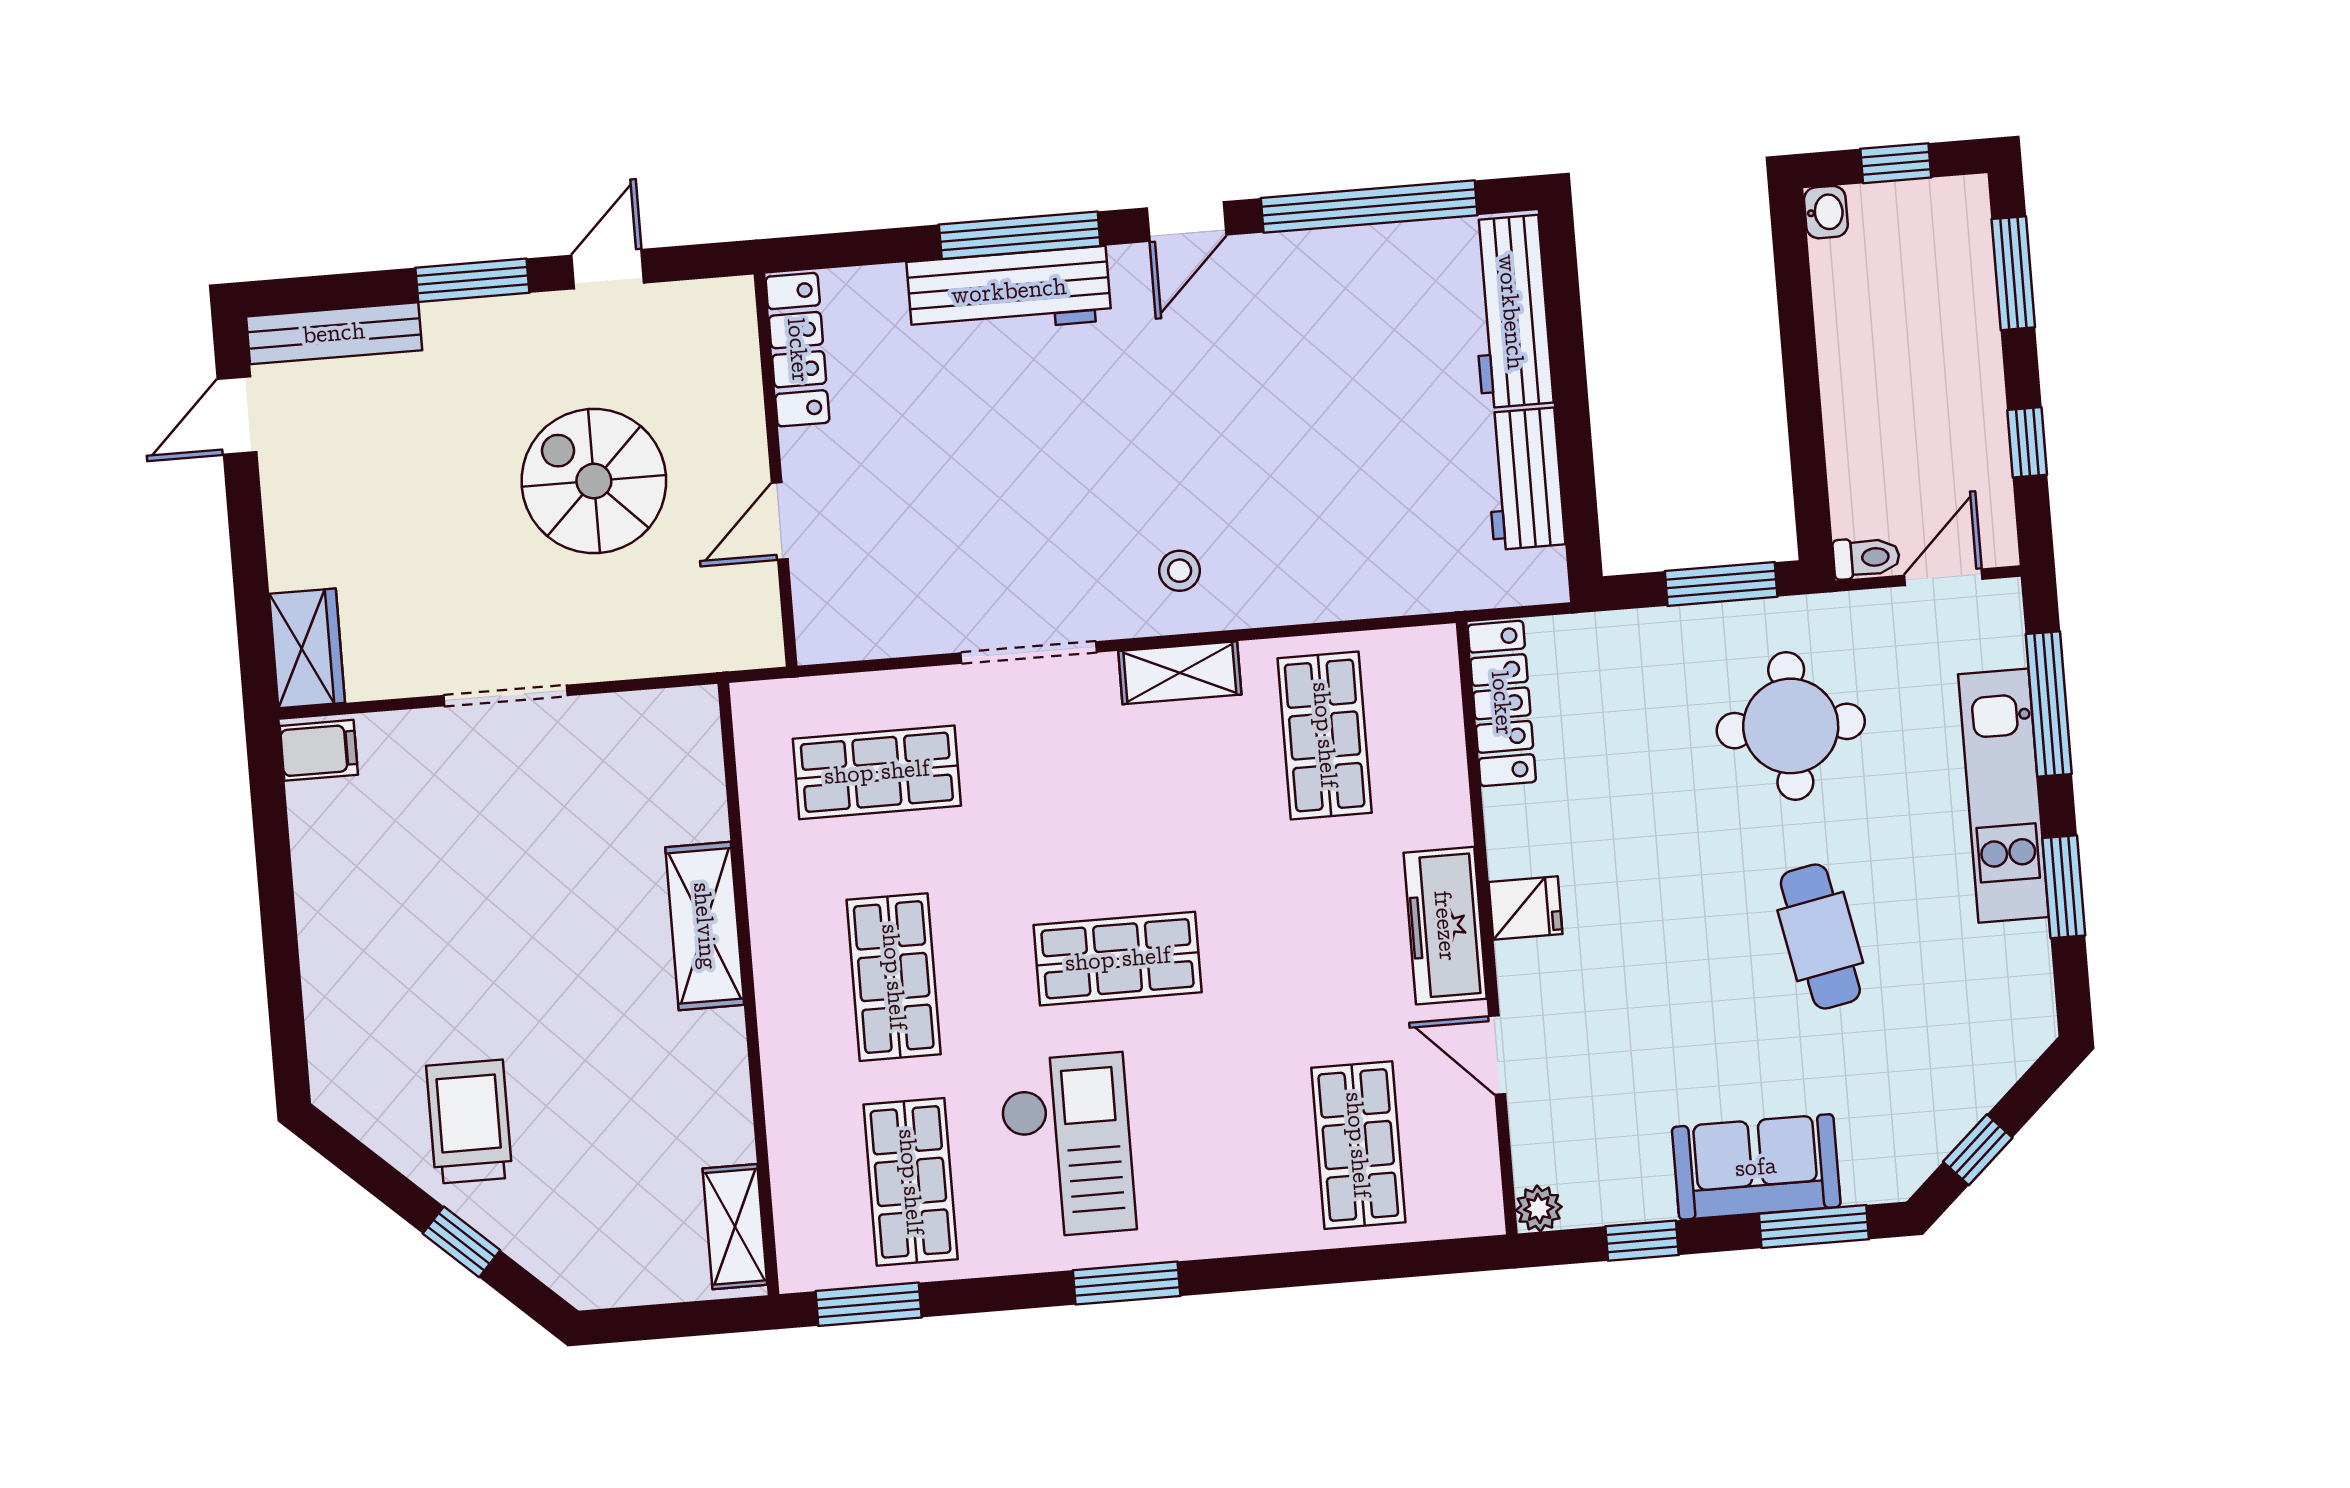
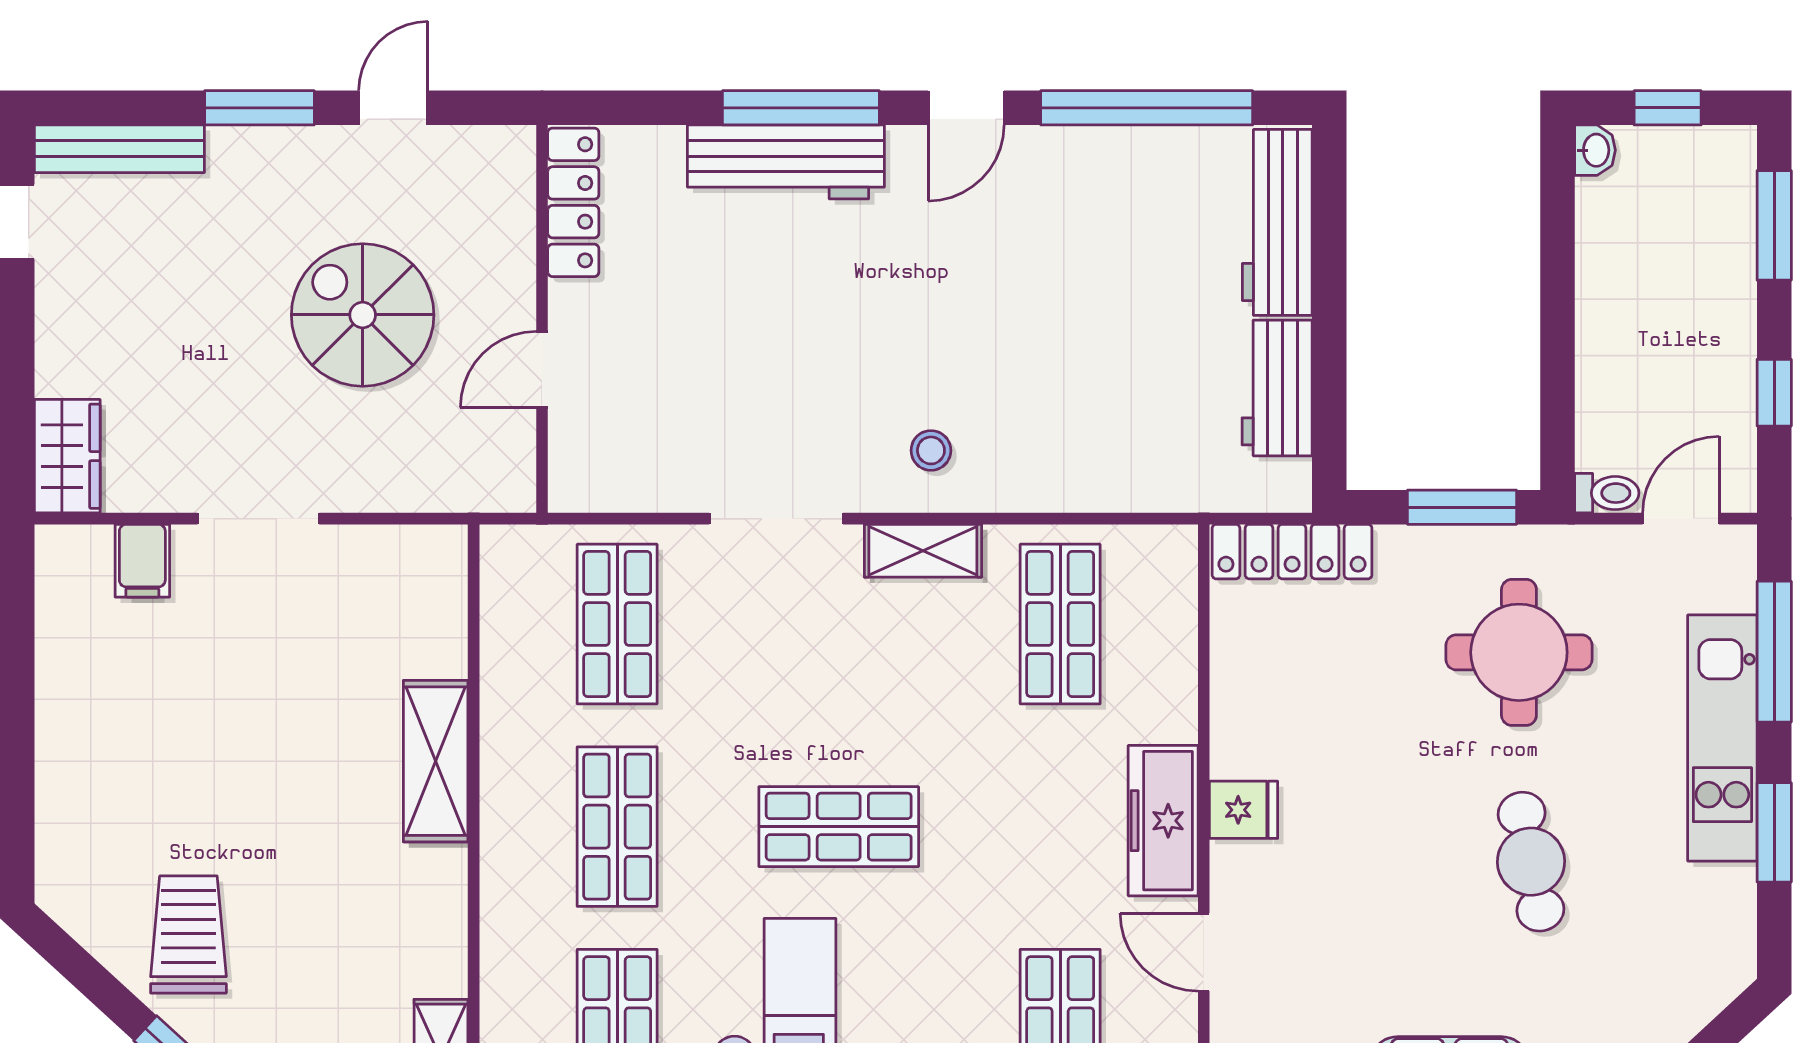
locker: (1502, 703) -> (1292, 552), moved, turned 90
filing cabinet: (319, 750) -> (142, 561), moved, turned 90
shop shelf: (877, 772) -> (617, 624), turned 90

